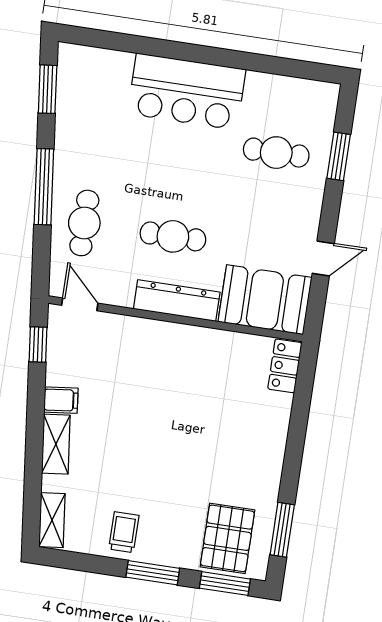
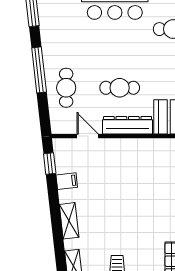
door: (80, 304) -> (88, 136), moved
filing cabinet: (61, 400) -> (67, 181), moved

